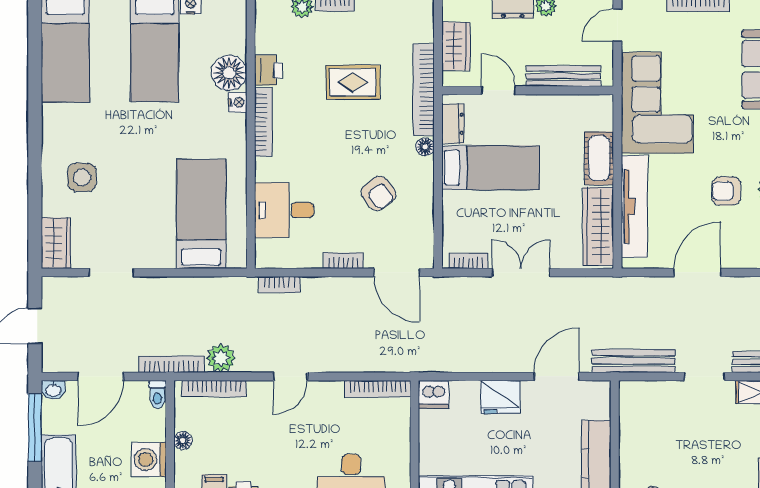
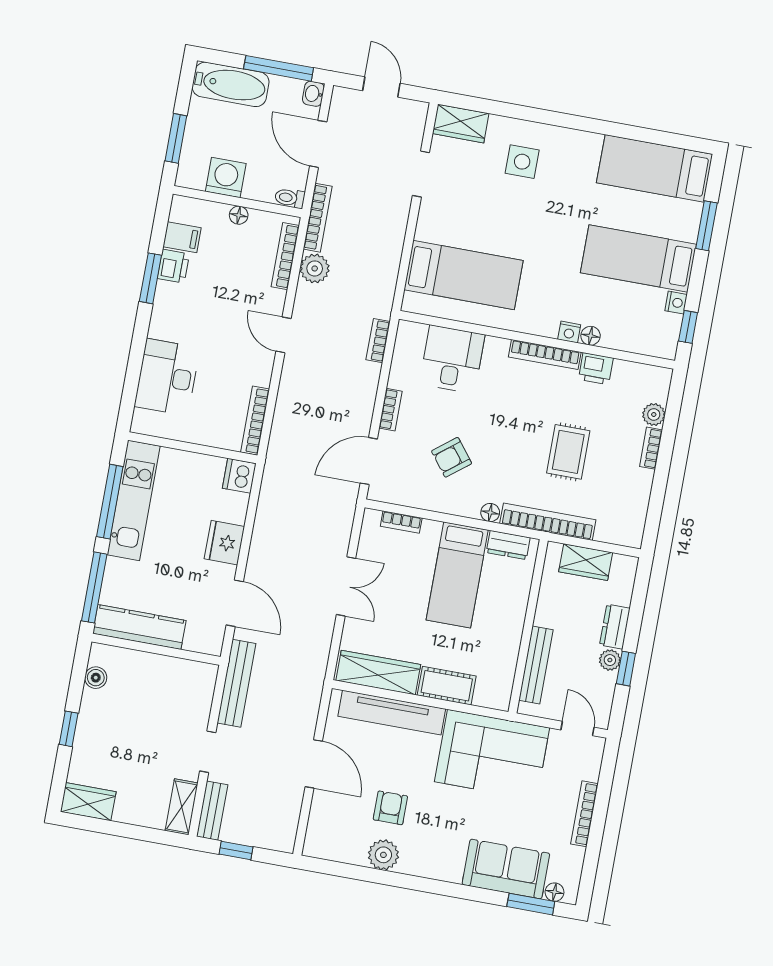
floor lamp: (229, 73) -> (591, 336), width x0.53, depth x0.53
door: (498, 90) -> (533, 597), removed
bookcase: (468, 261) -> (401, 522), moved, turned 90

